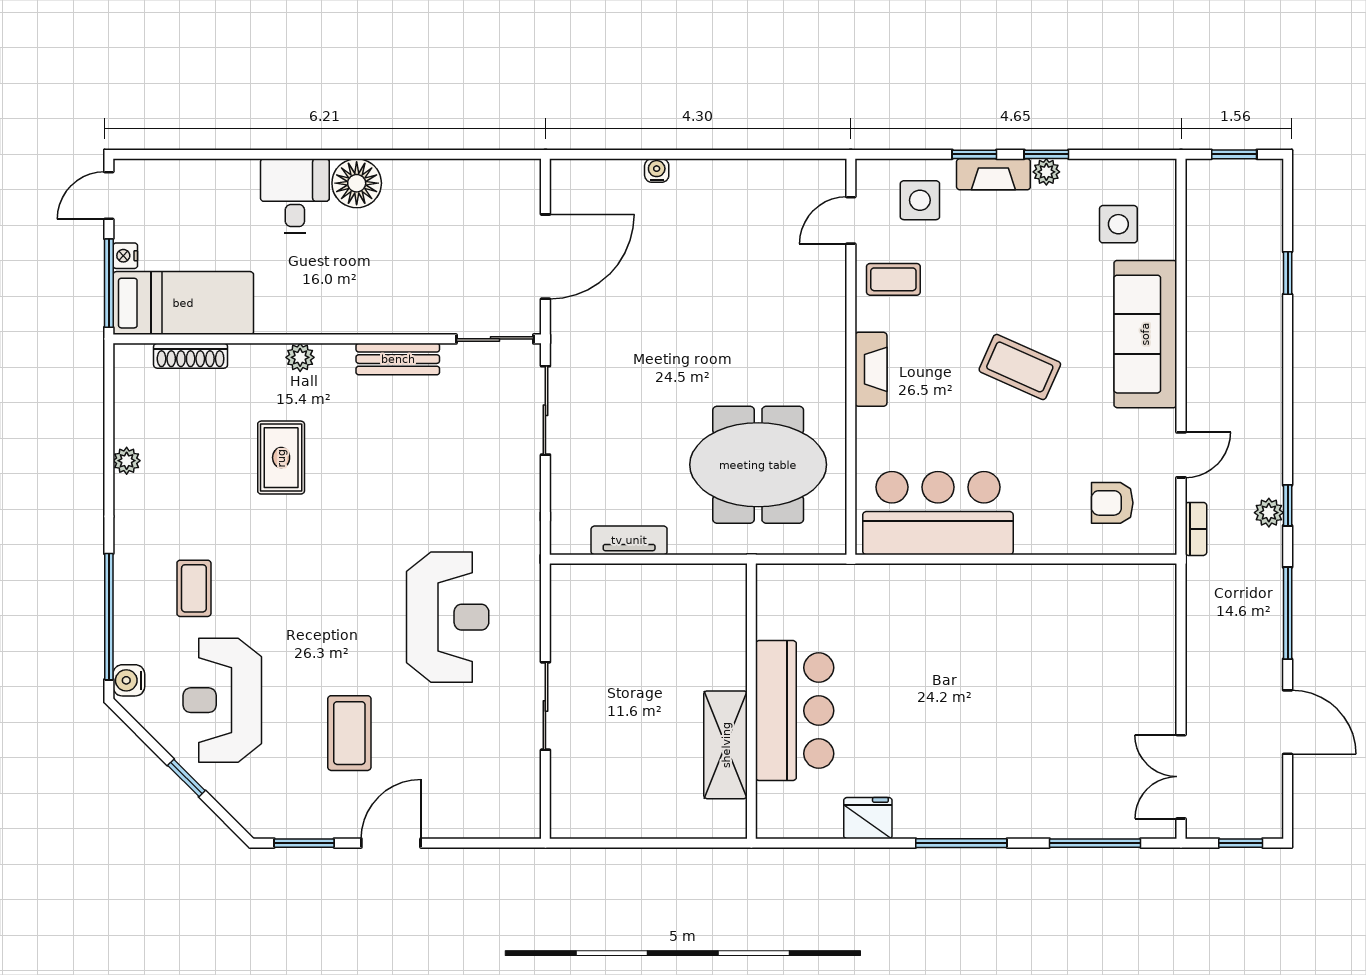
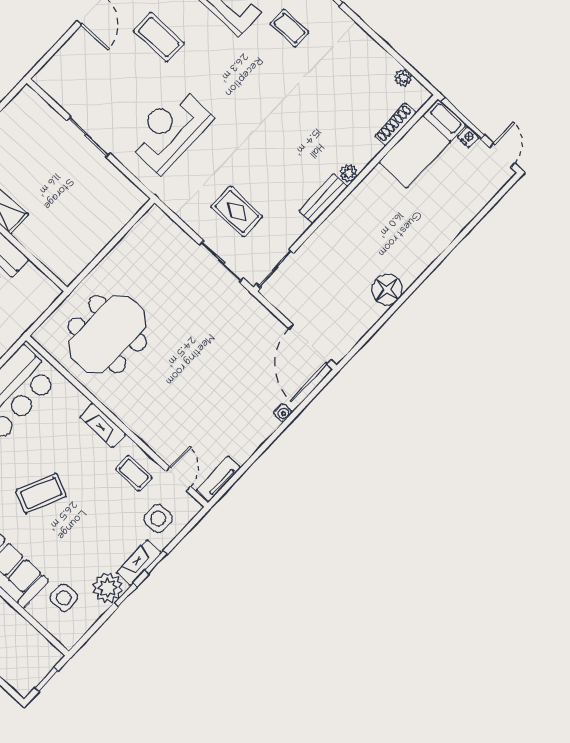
plant: (1046, 172) -> (108, 588), width x1.88, depth x1.88
floor lamp: (357, 183) -> (387, 289), moved
desk: (295, 196) -> (424, 239), removed
door: (545, 257) -> (310, 344), moved
coffee table: (893, 279) -> (134, 473), turned 90
bench: (398, 359) -> (323, 199), moved
rug: (281, 458) -> (237, 211), moved
plant: (127, 461) -> (403, 78), moved
tv unit: (629, 540) -> (218, 479), moved, turned 180
reception desk: (448, 617) -> (170, 130), turned 90

